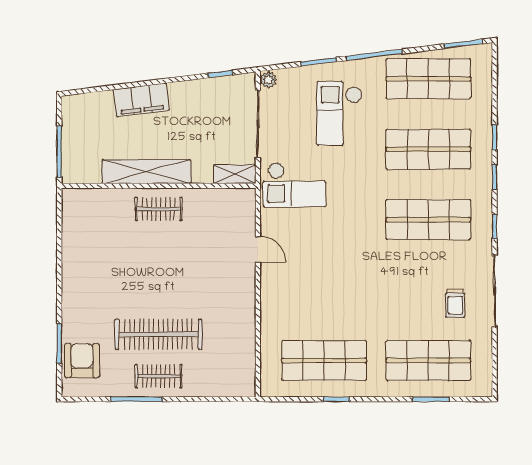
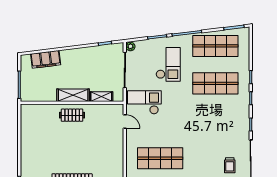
filing cabinet: (141, 100) -> (46, 59), moved
checkout: (339, 113) -> (168, 64), turned 180
shelving: (146, 172) -> (73, 95), width x0.68
shelving: (235, 174) -> (101, 97), moved
checkout: (294, 185) -> (144, 102), turned 180
shop shelf: (428, 220) -> (160, 158), moved
door: (258, 249) -> (125, 122), moved

